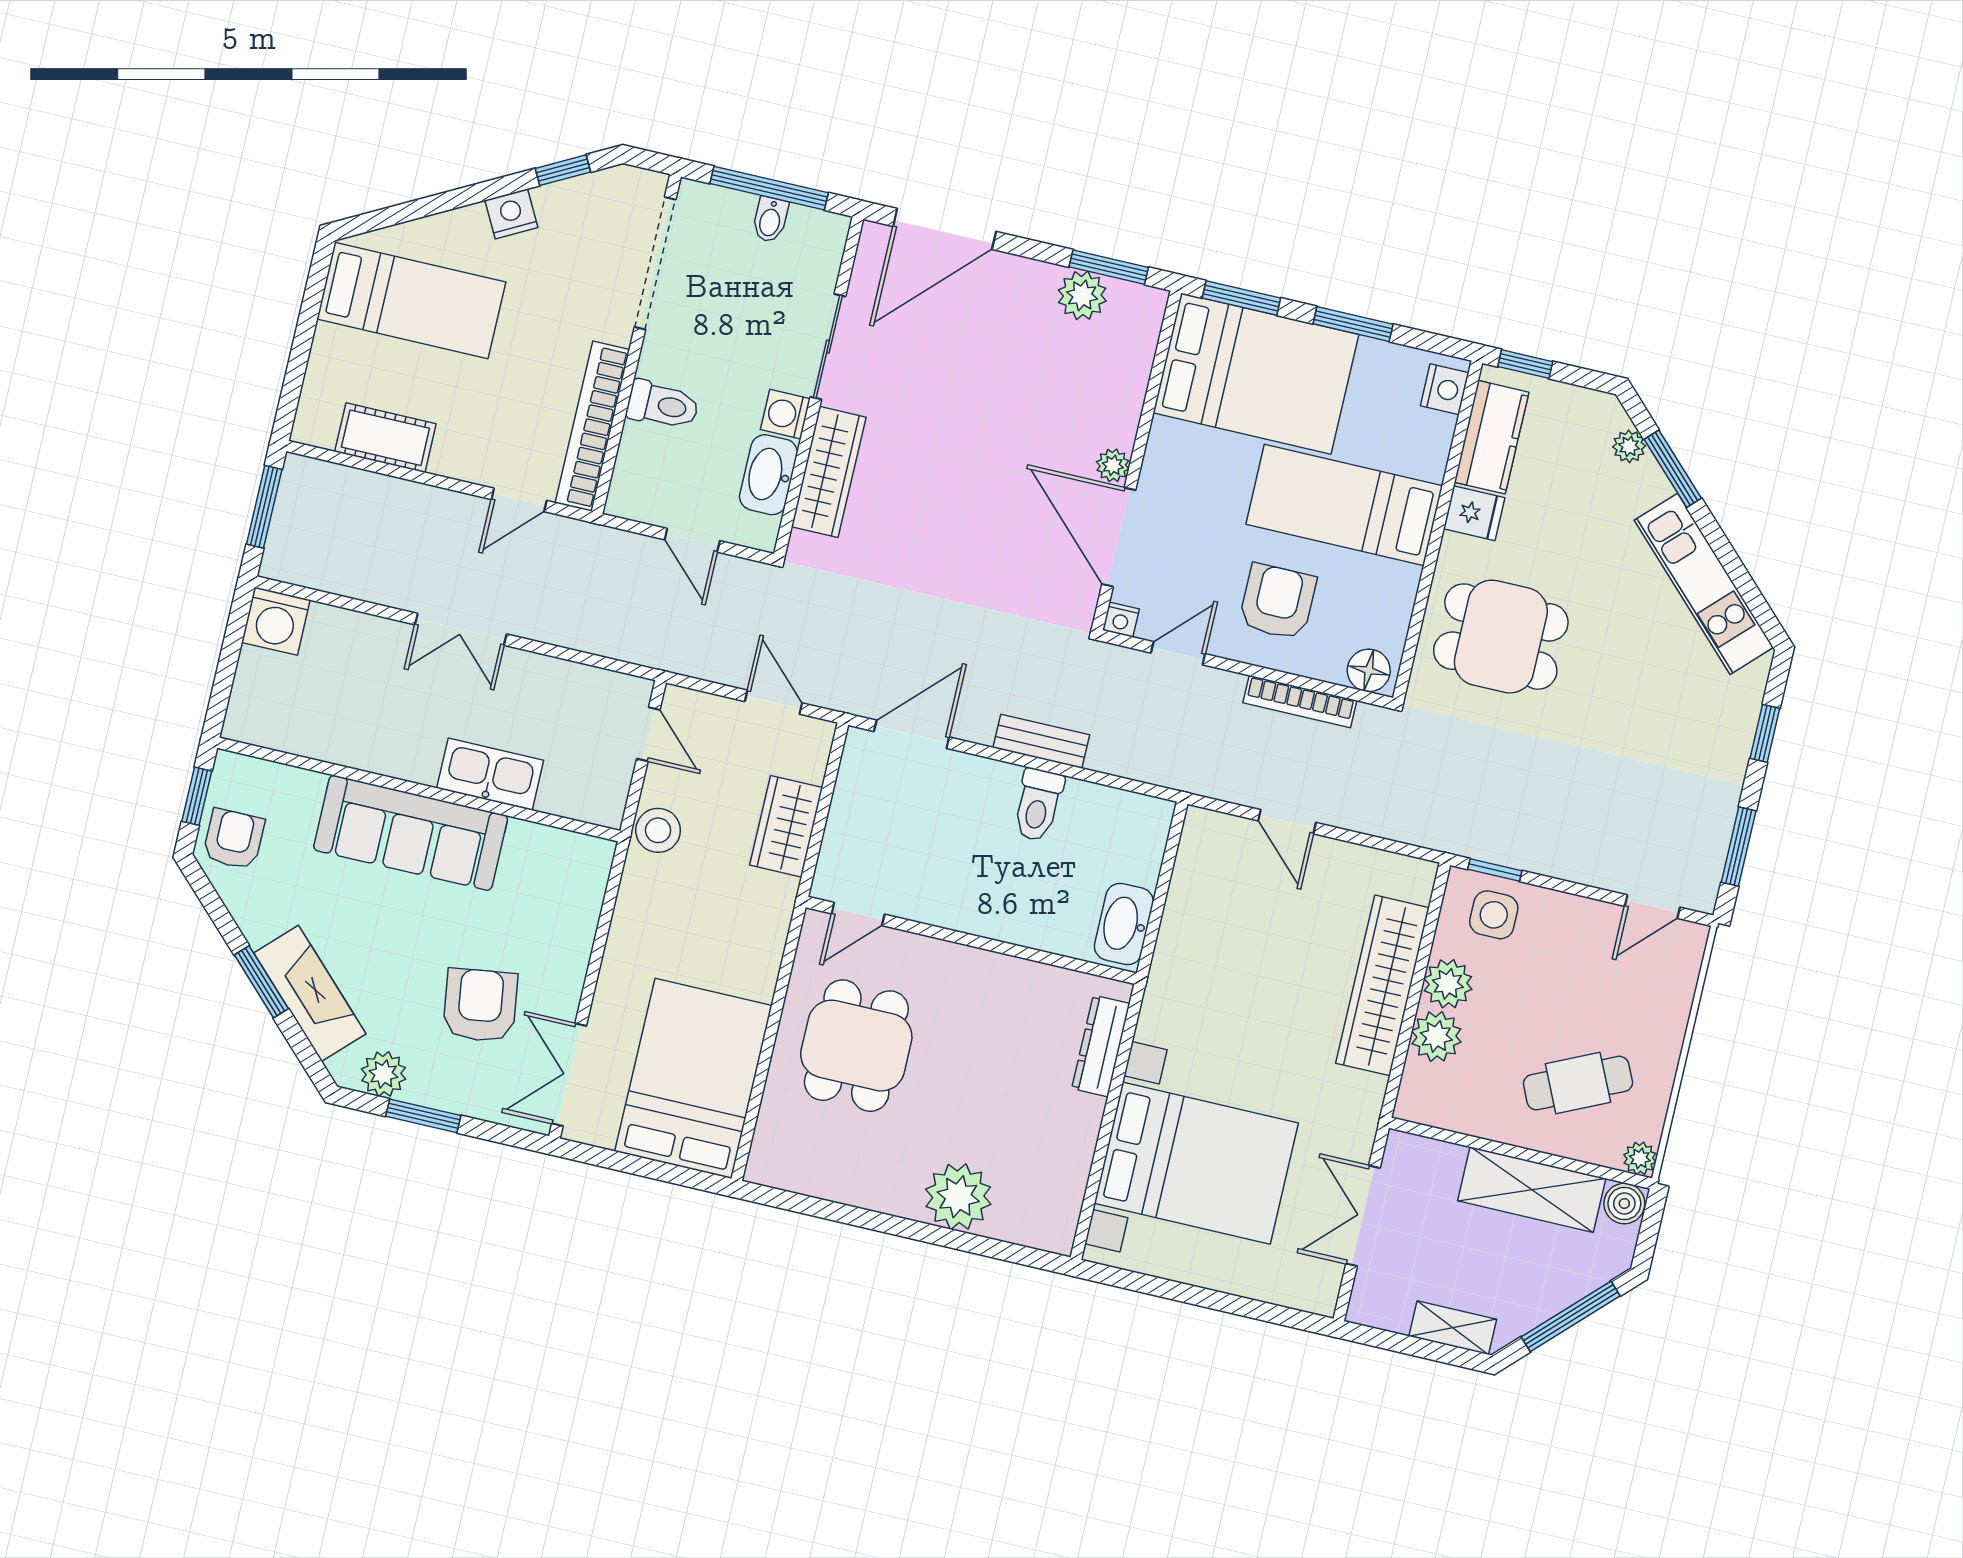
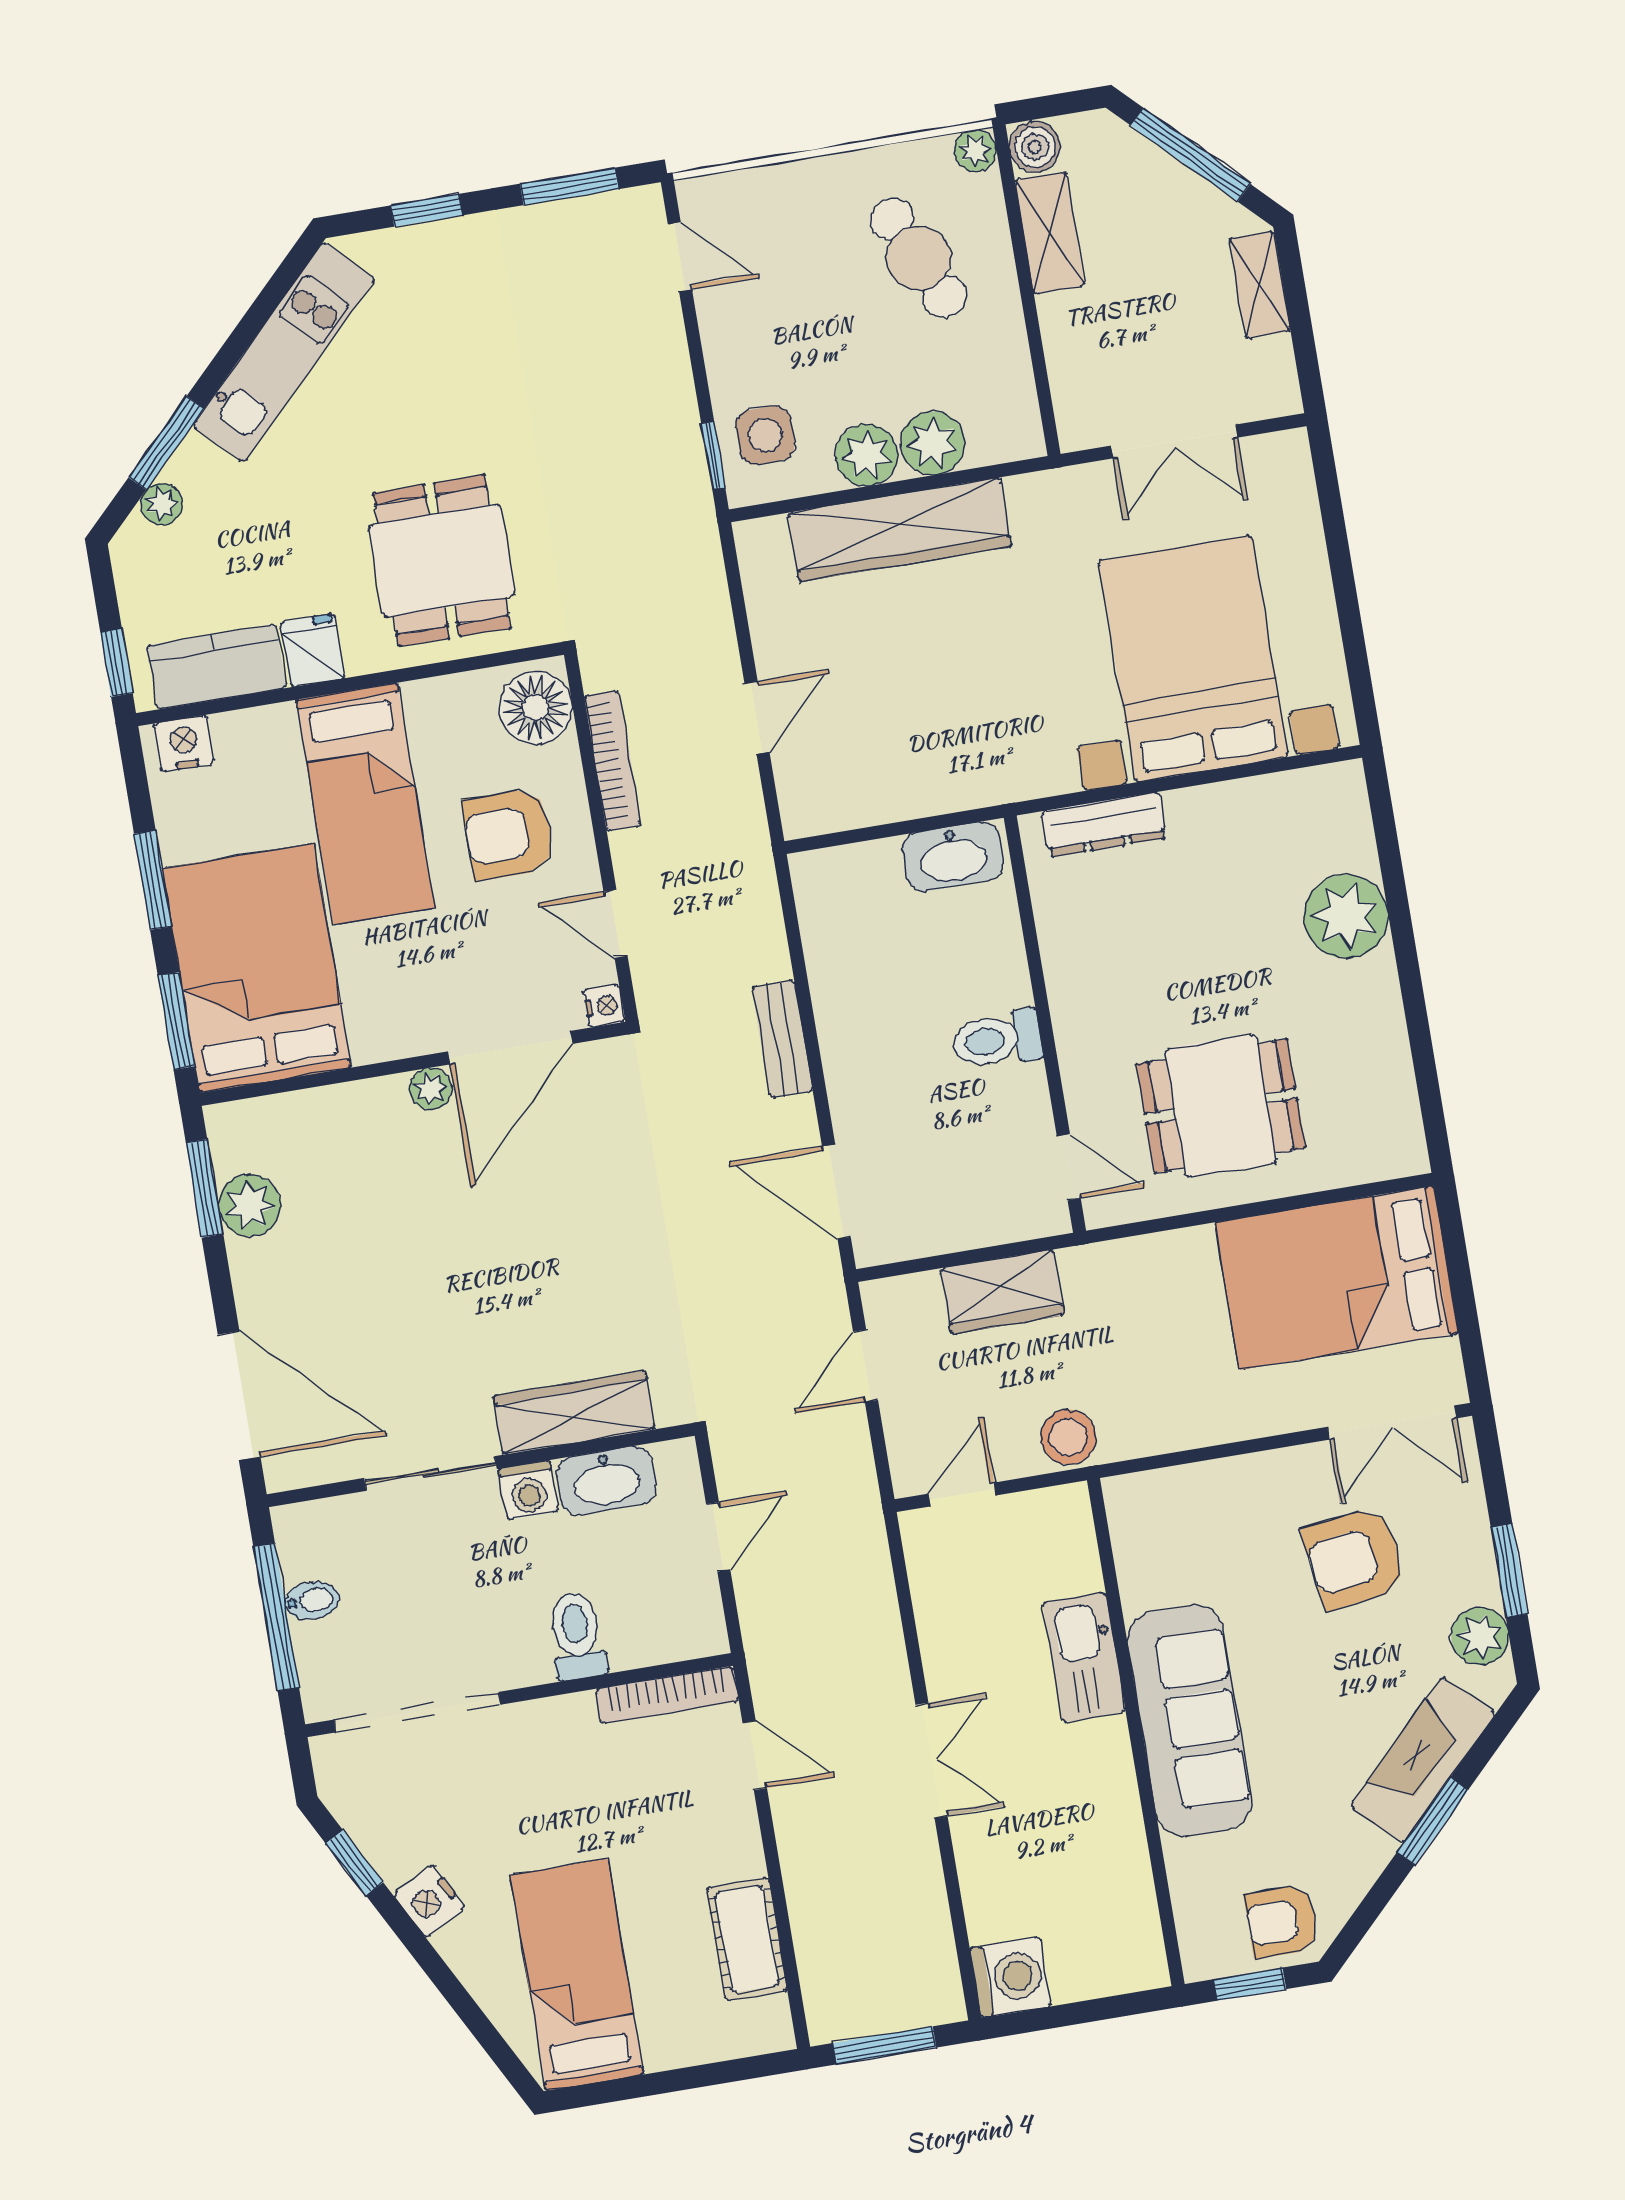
bookcase: (592, 426) -> (667, 1695), width x0.68, depth x0.76
floor lamp: (1369, 670) -> (536, 708), width x1.38, depth x1.38
toilet: (1038, 805) -> (997, 1040), moved, turned 180
shelving: (1532, 1190) -> (1050, 233), width x0.67, depth x0.75

